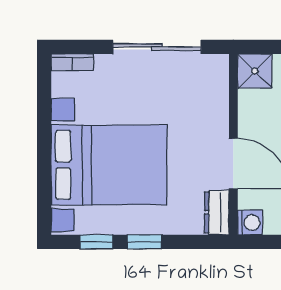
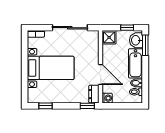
bed with nightstands: (109, 165) -> (51, 68), width x0.73
window: (145, 242) -> (87, 106), moved

